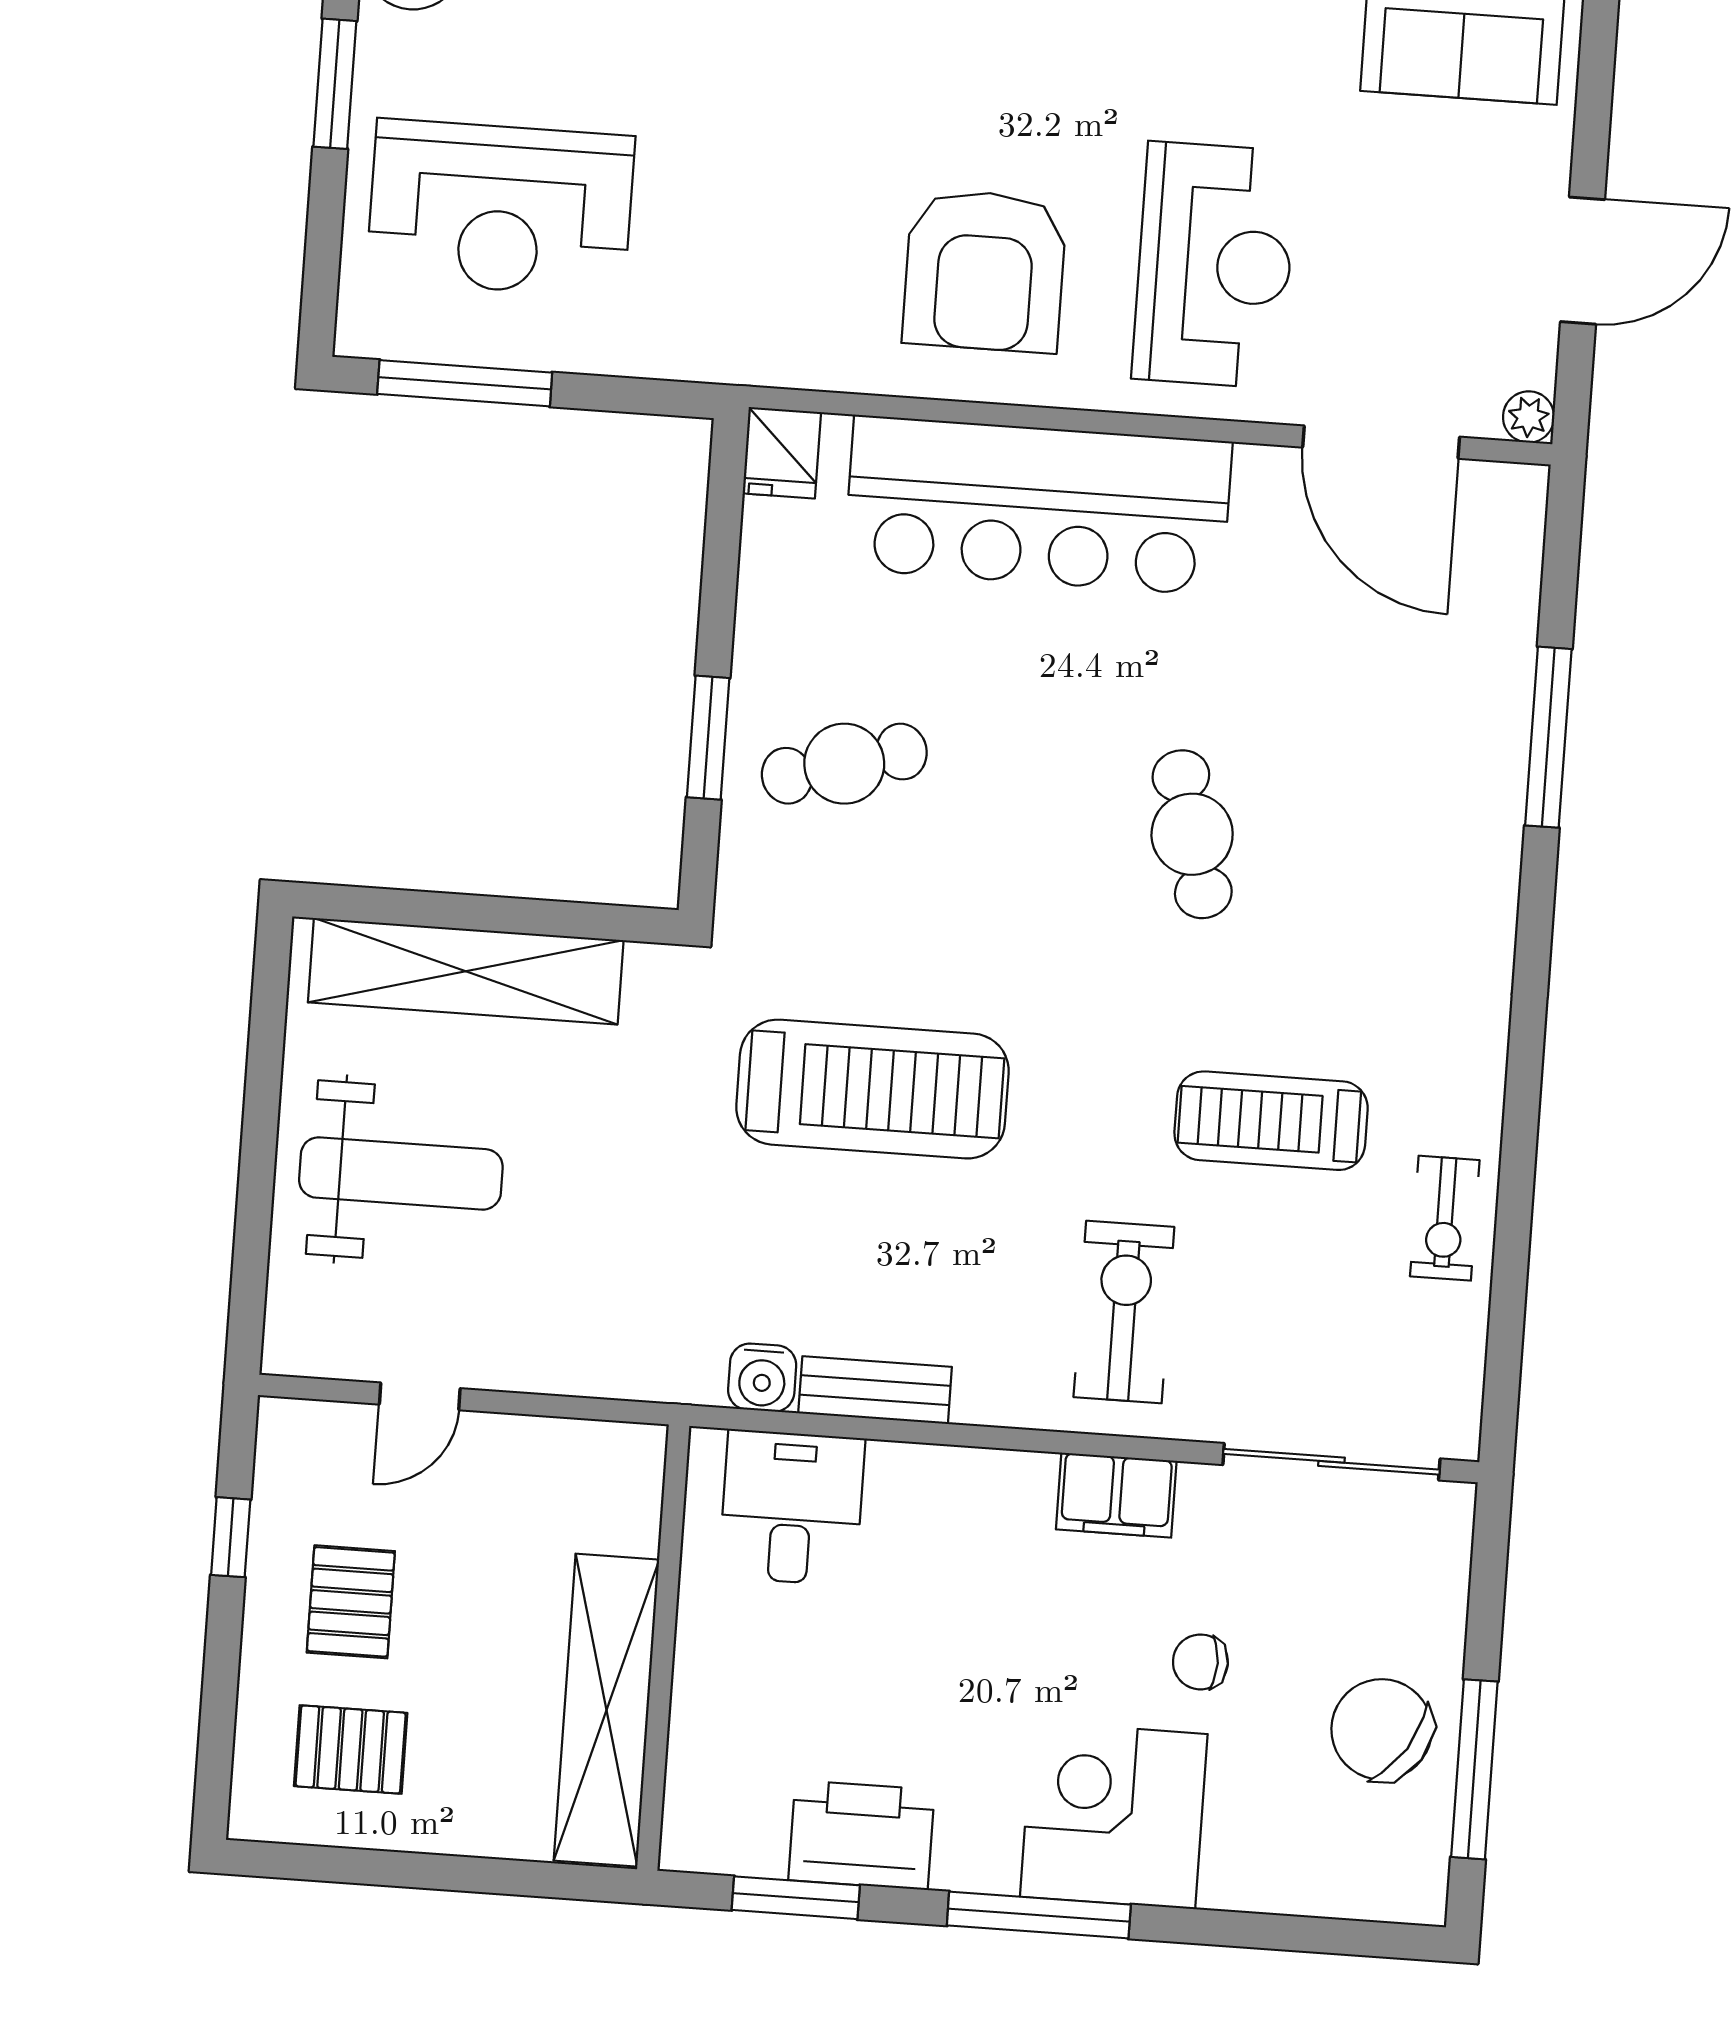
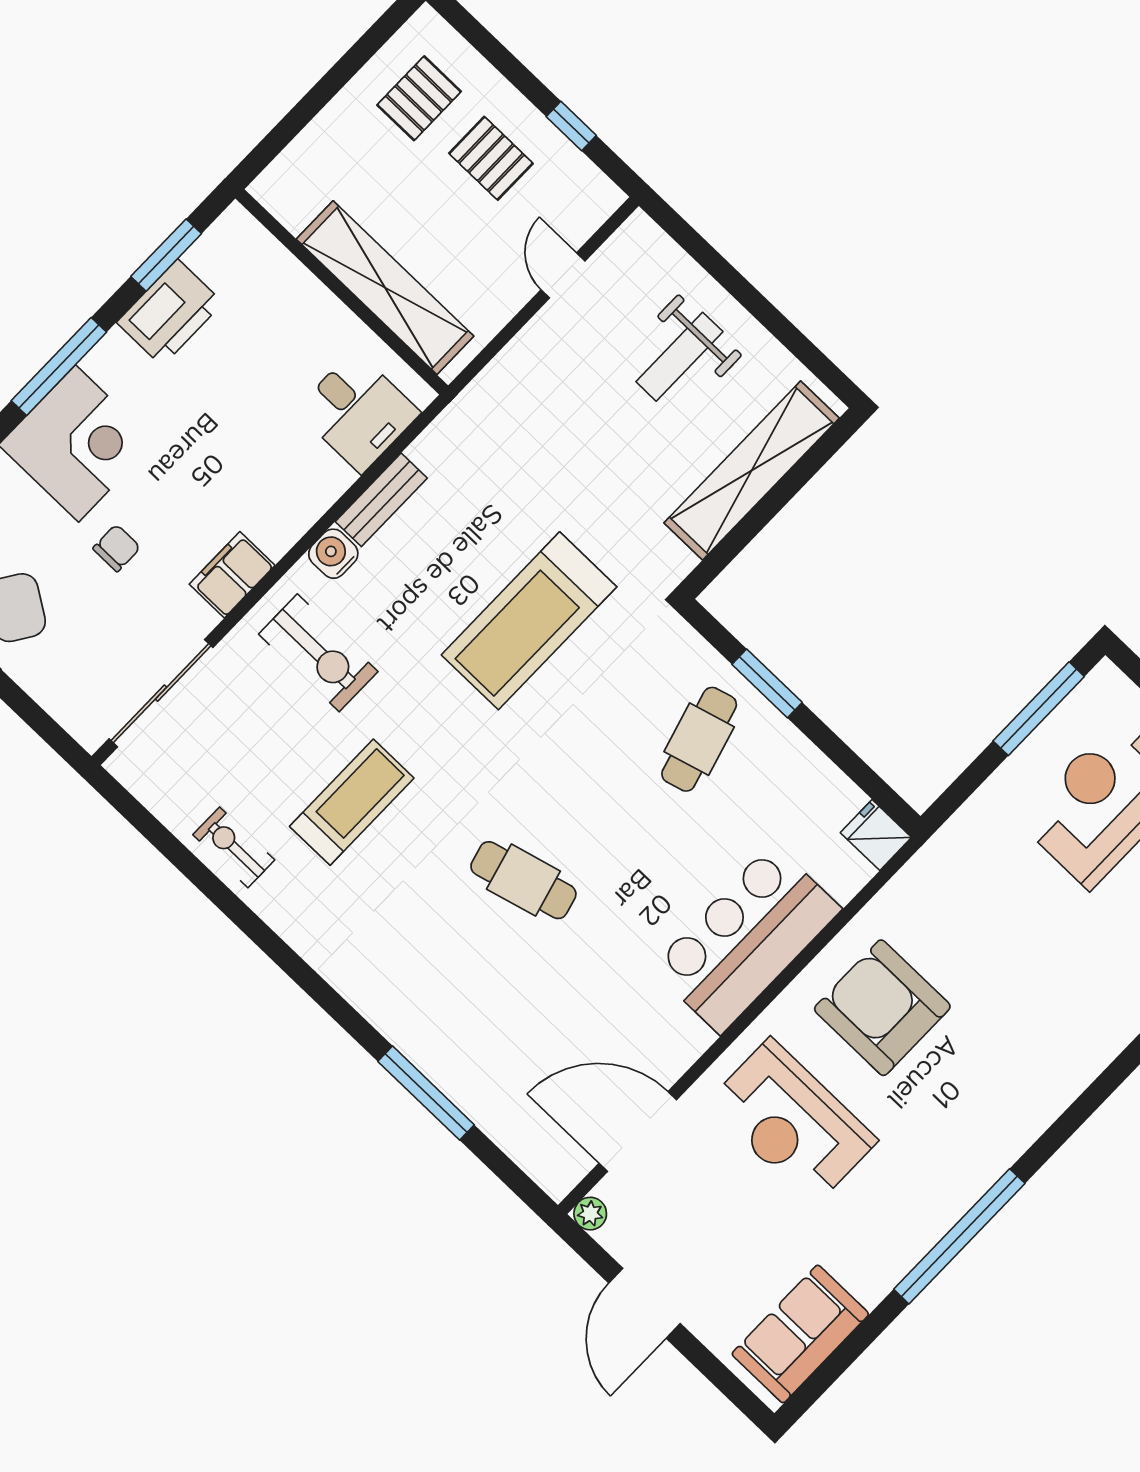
bar counter: (1038, 505) -> (746, 939), width x0.73
weight bench: (401, 1173) -> (679, 357), width x0.73, depth x0.75
water cooler: (762, 1378) -> (333, 554), moved
shelving: (606, 1710) -> (385, 288), moved

